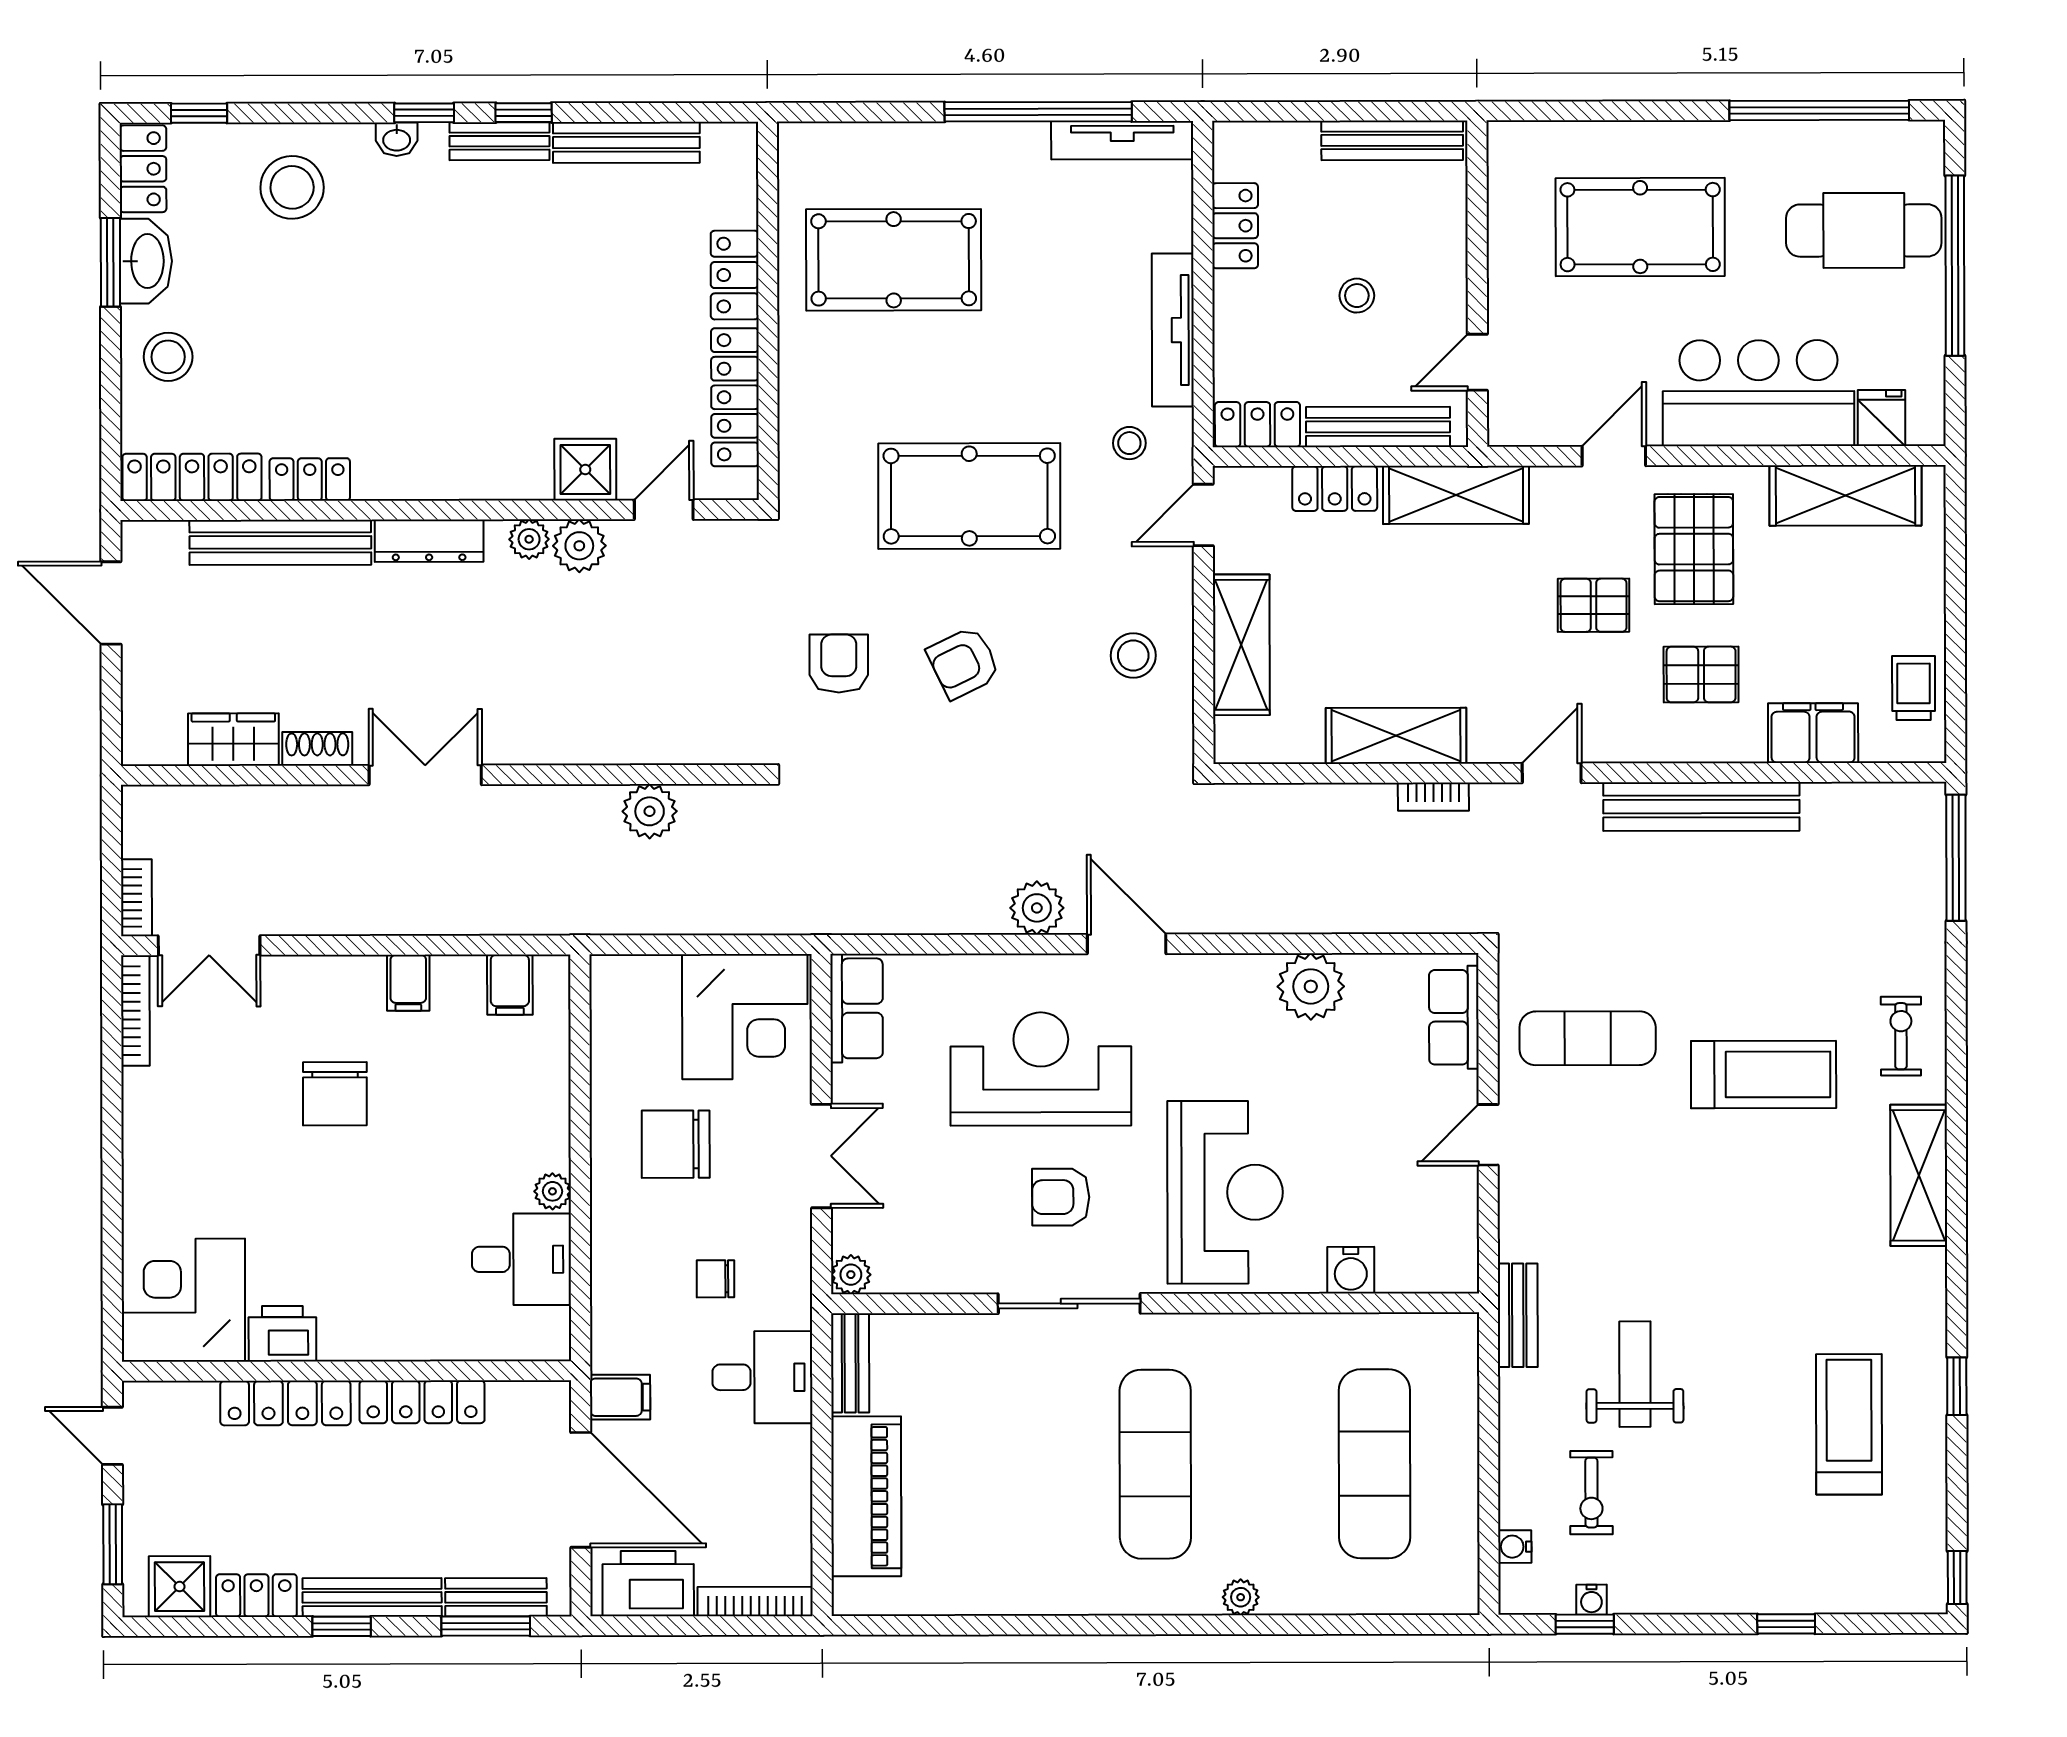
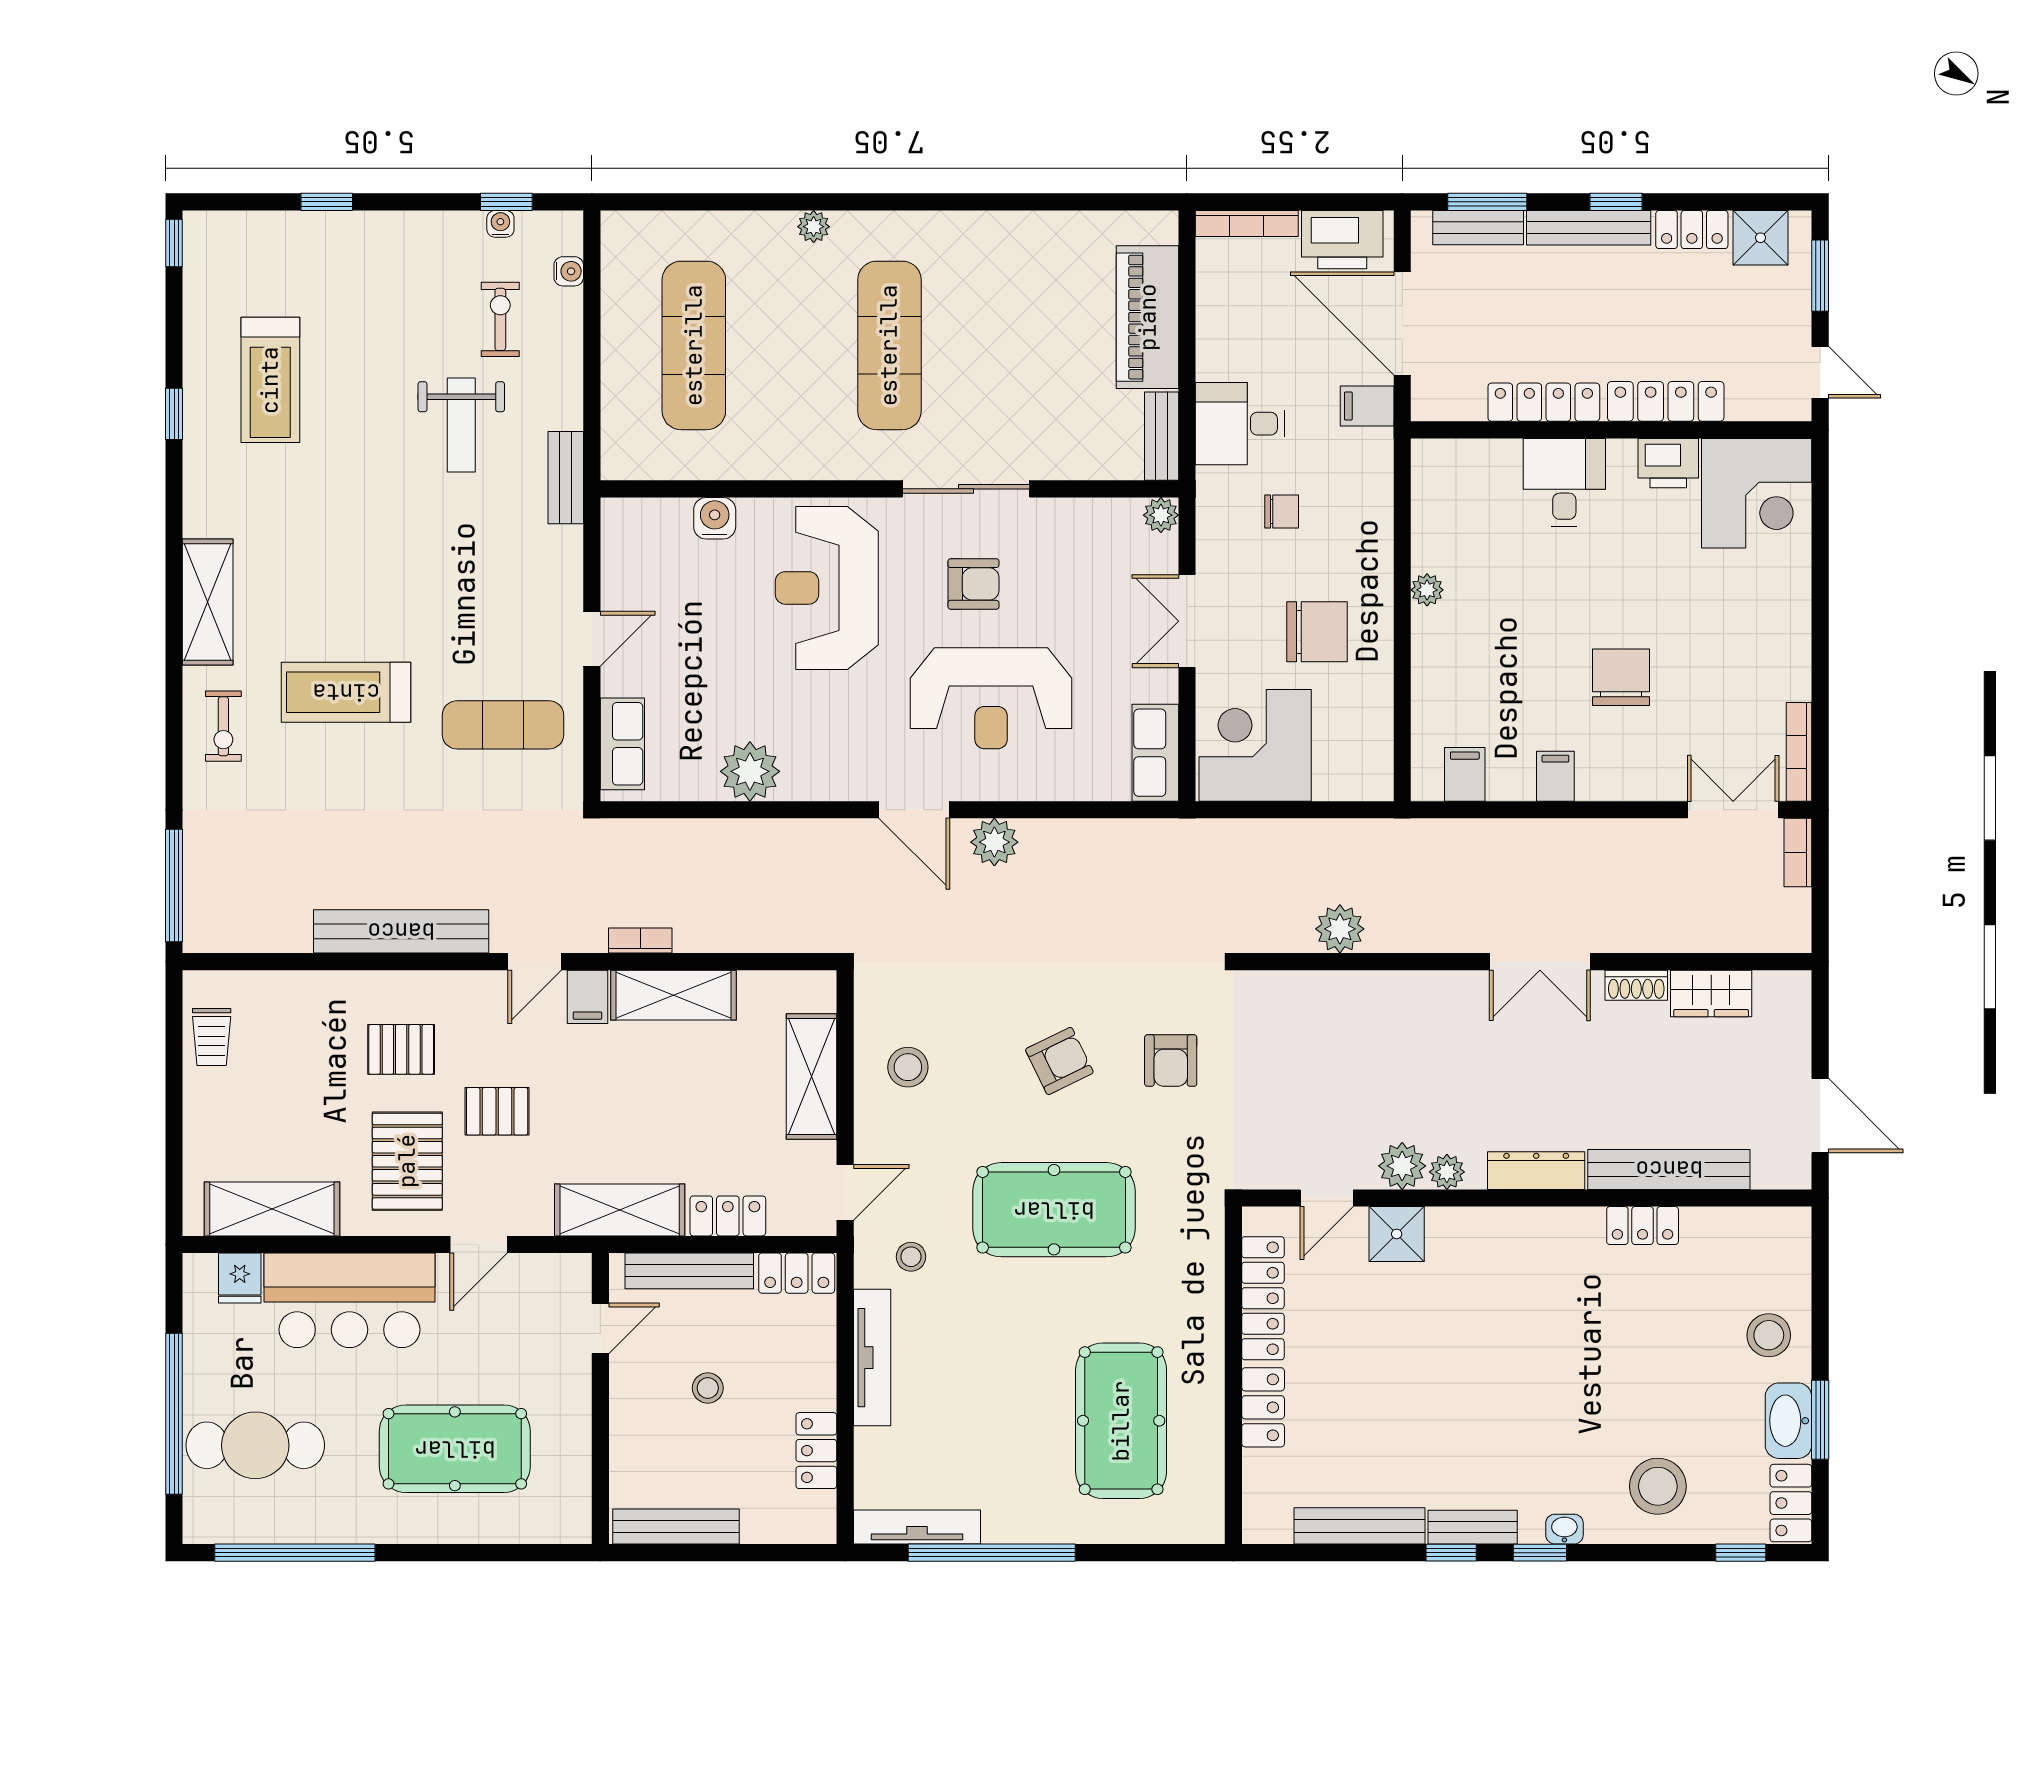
pool table: (894, 260) -> (1121, 1421), turned 90
locker: (192, 477) -> (1748, 1228), removed
filing cabinet: (1813, 733) -> (587, 997), moved, width x0.50
desk: (521, 1259) -> (1564, 482), moved, turned 90

